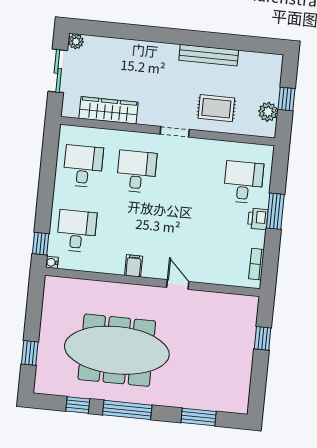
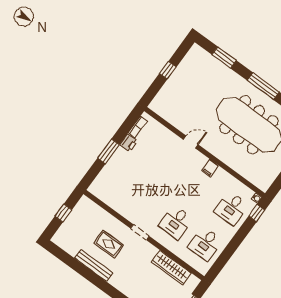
rug: (216, 108) -> (109, 244), moved
plant: (268, 112) -> (79, 212), removed
desk: (243, 182) -> (117, 179), removed
printer: (258, 219) -> (129, 143), moved
door: (178, 285) -> (191, 142), swing flipped
window: (263, 338) -> (168, 70), moved

